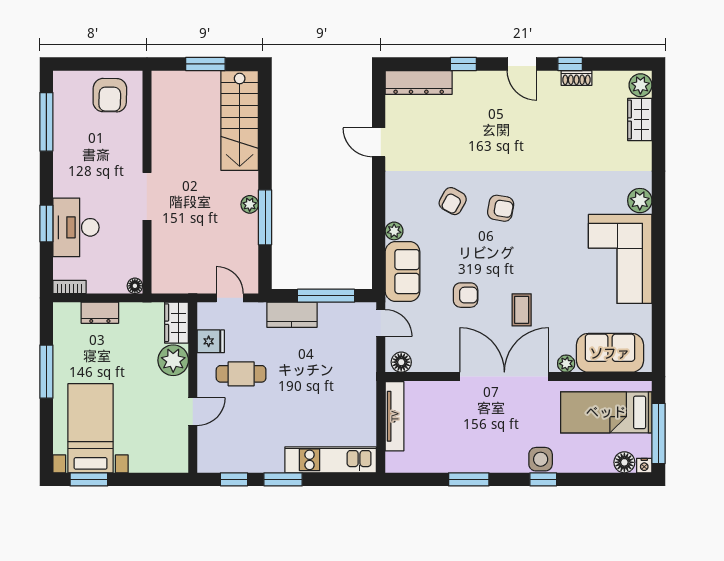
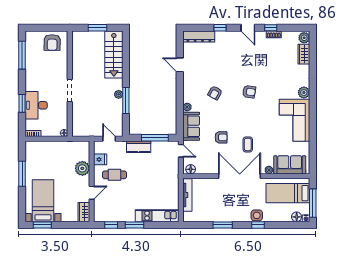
armchair: (501, 208) -> (249, 92), moved
dresser: (100, 313) -> (47, 146), removed
wardrobe: (177, 323) -> (84, 212), moved

